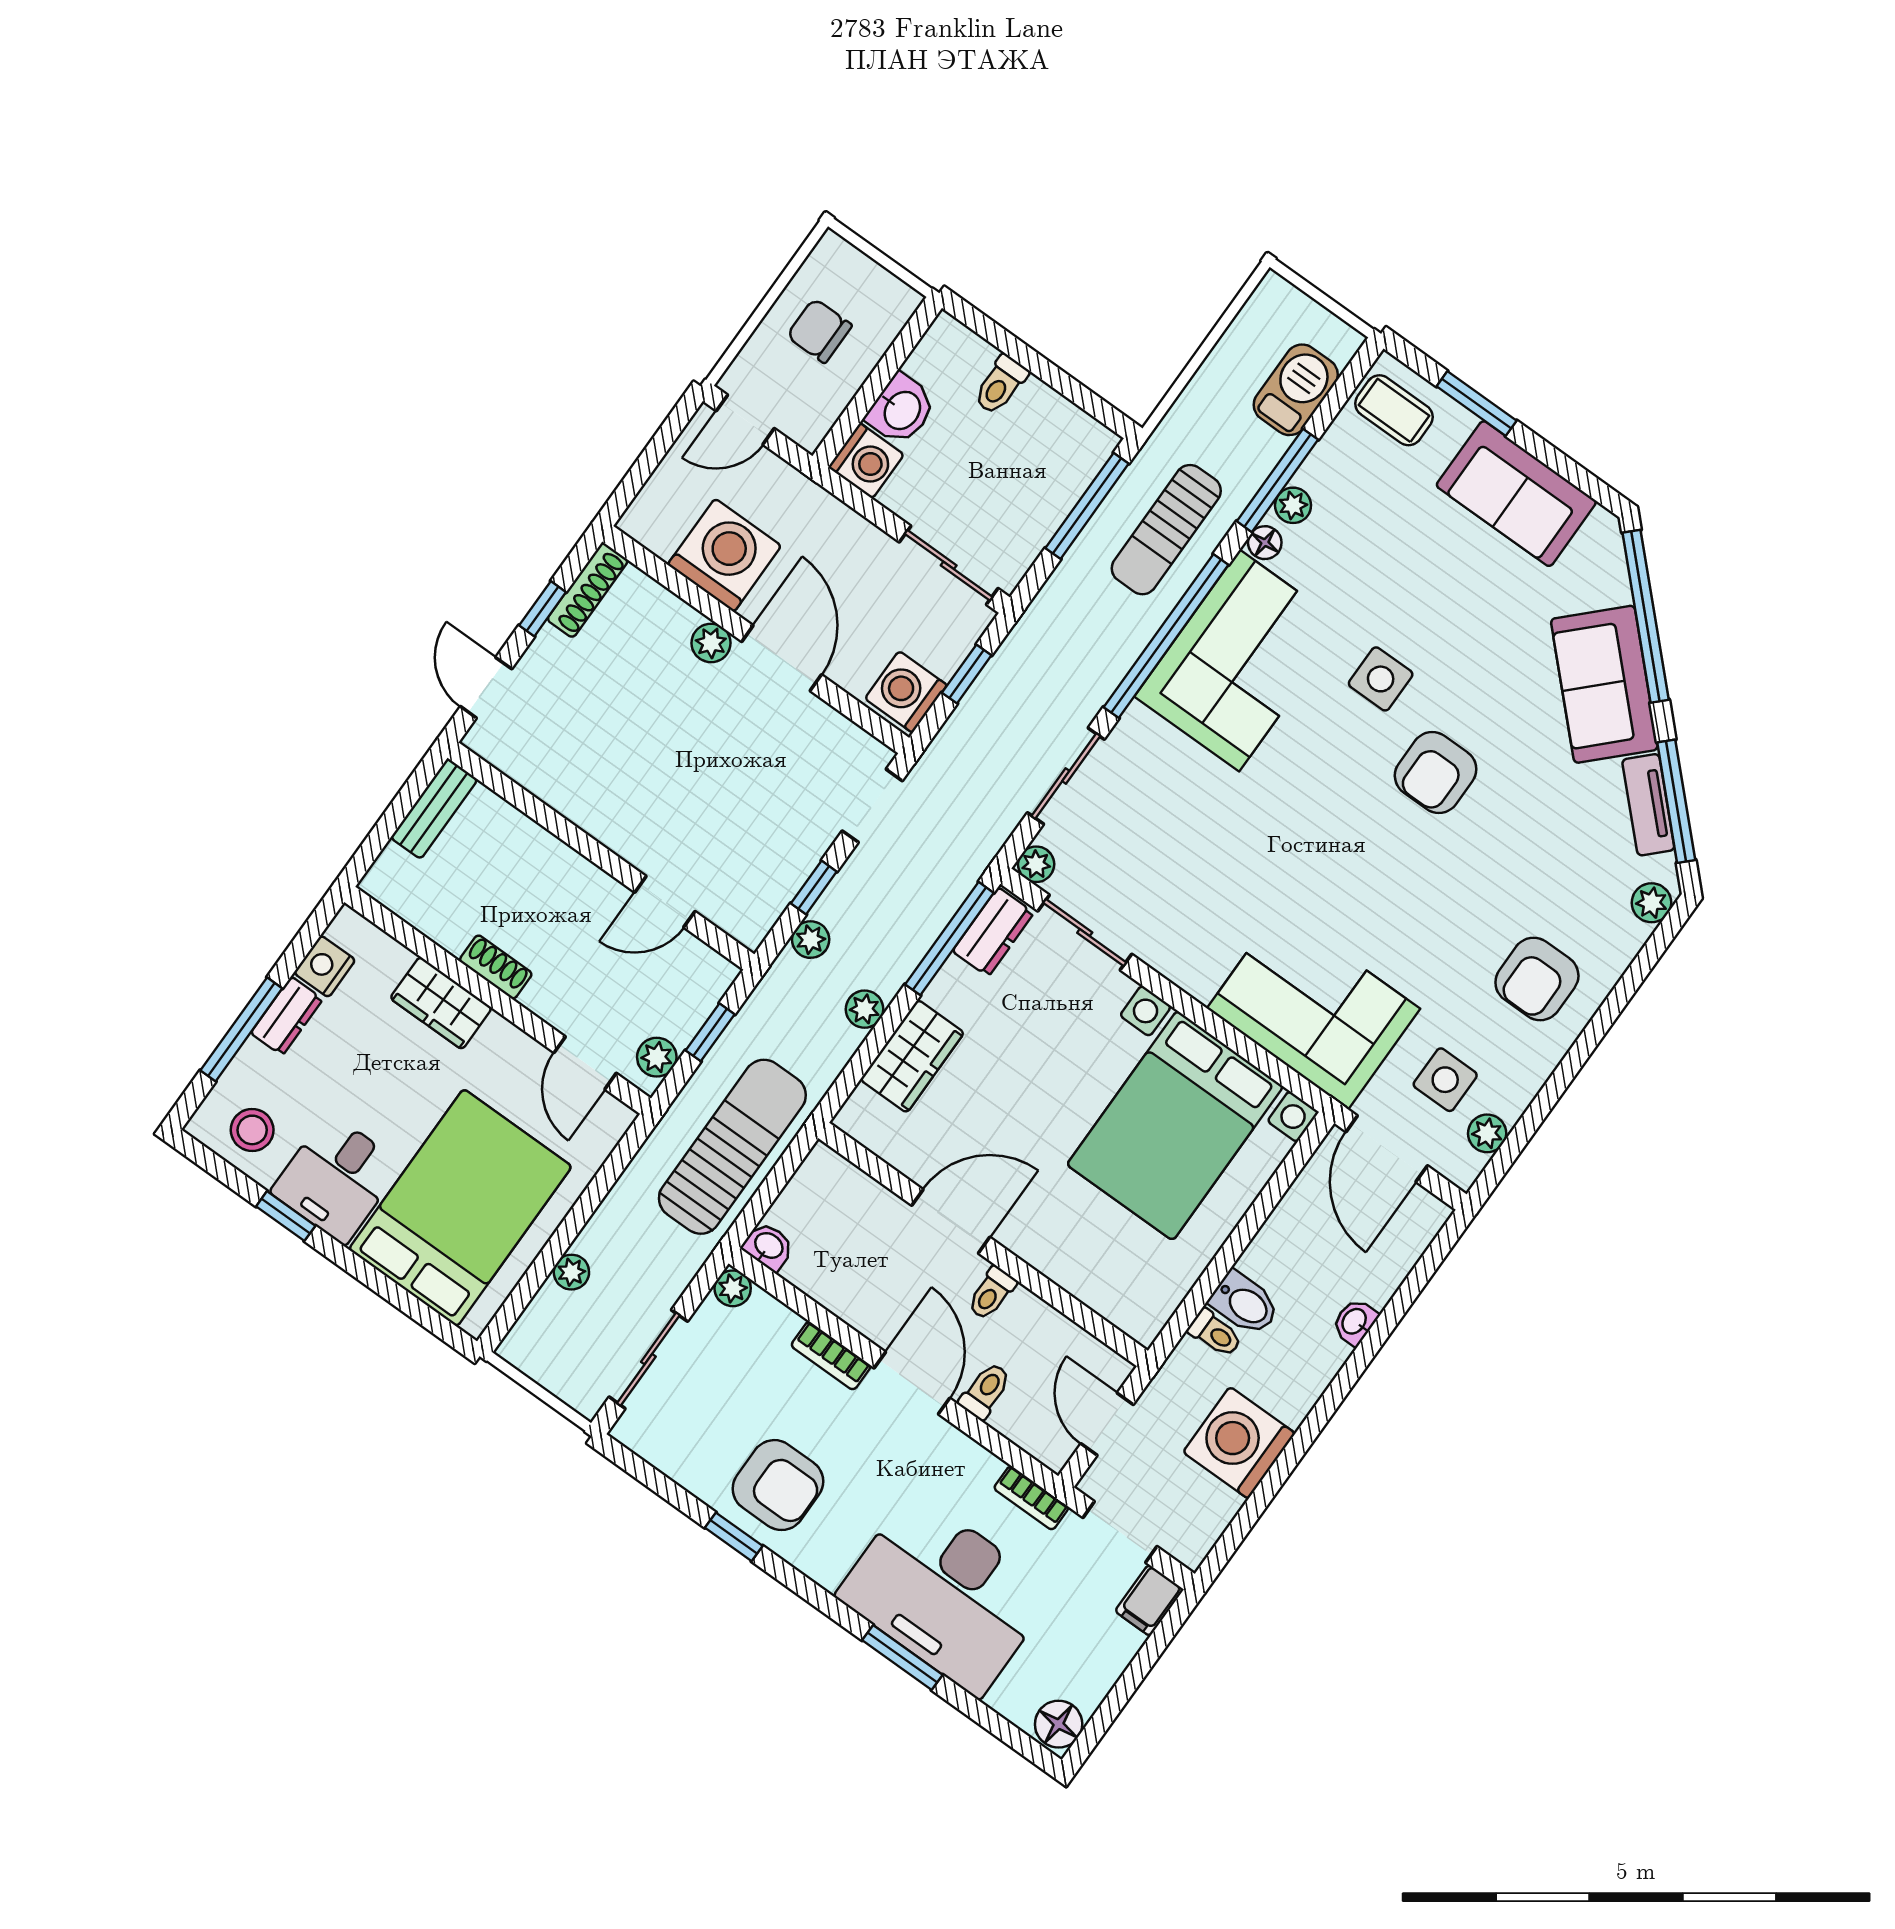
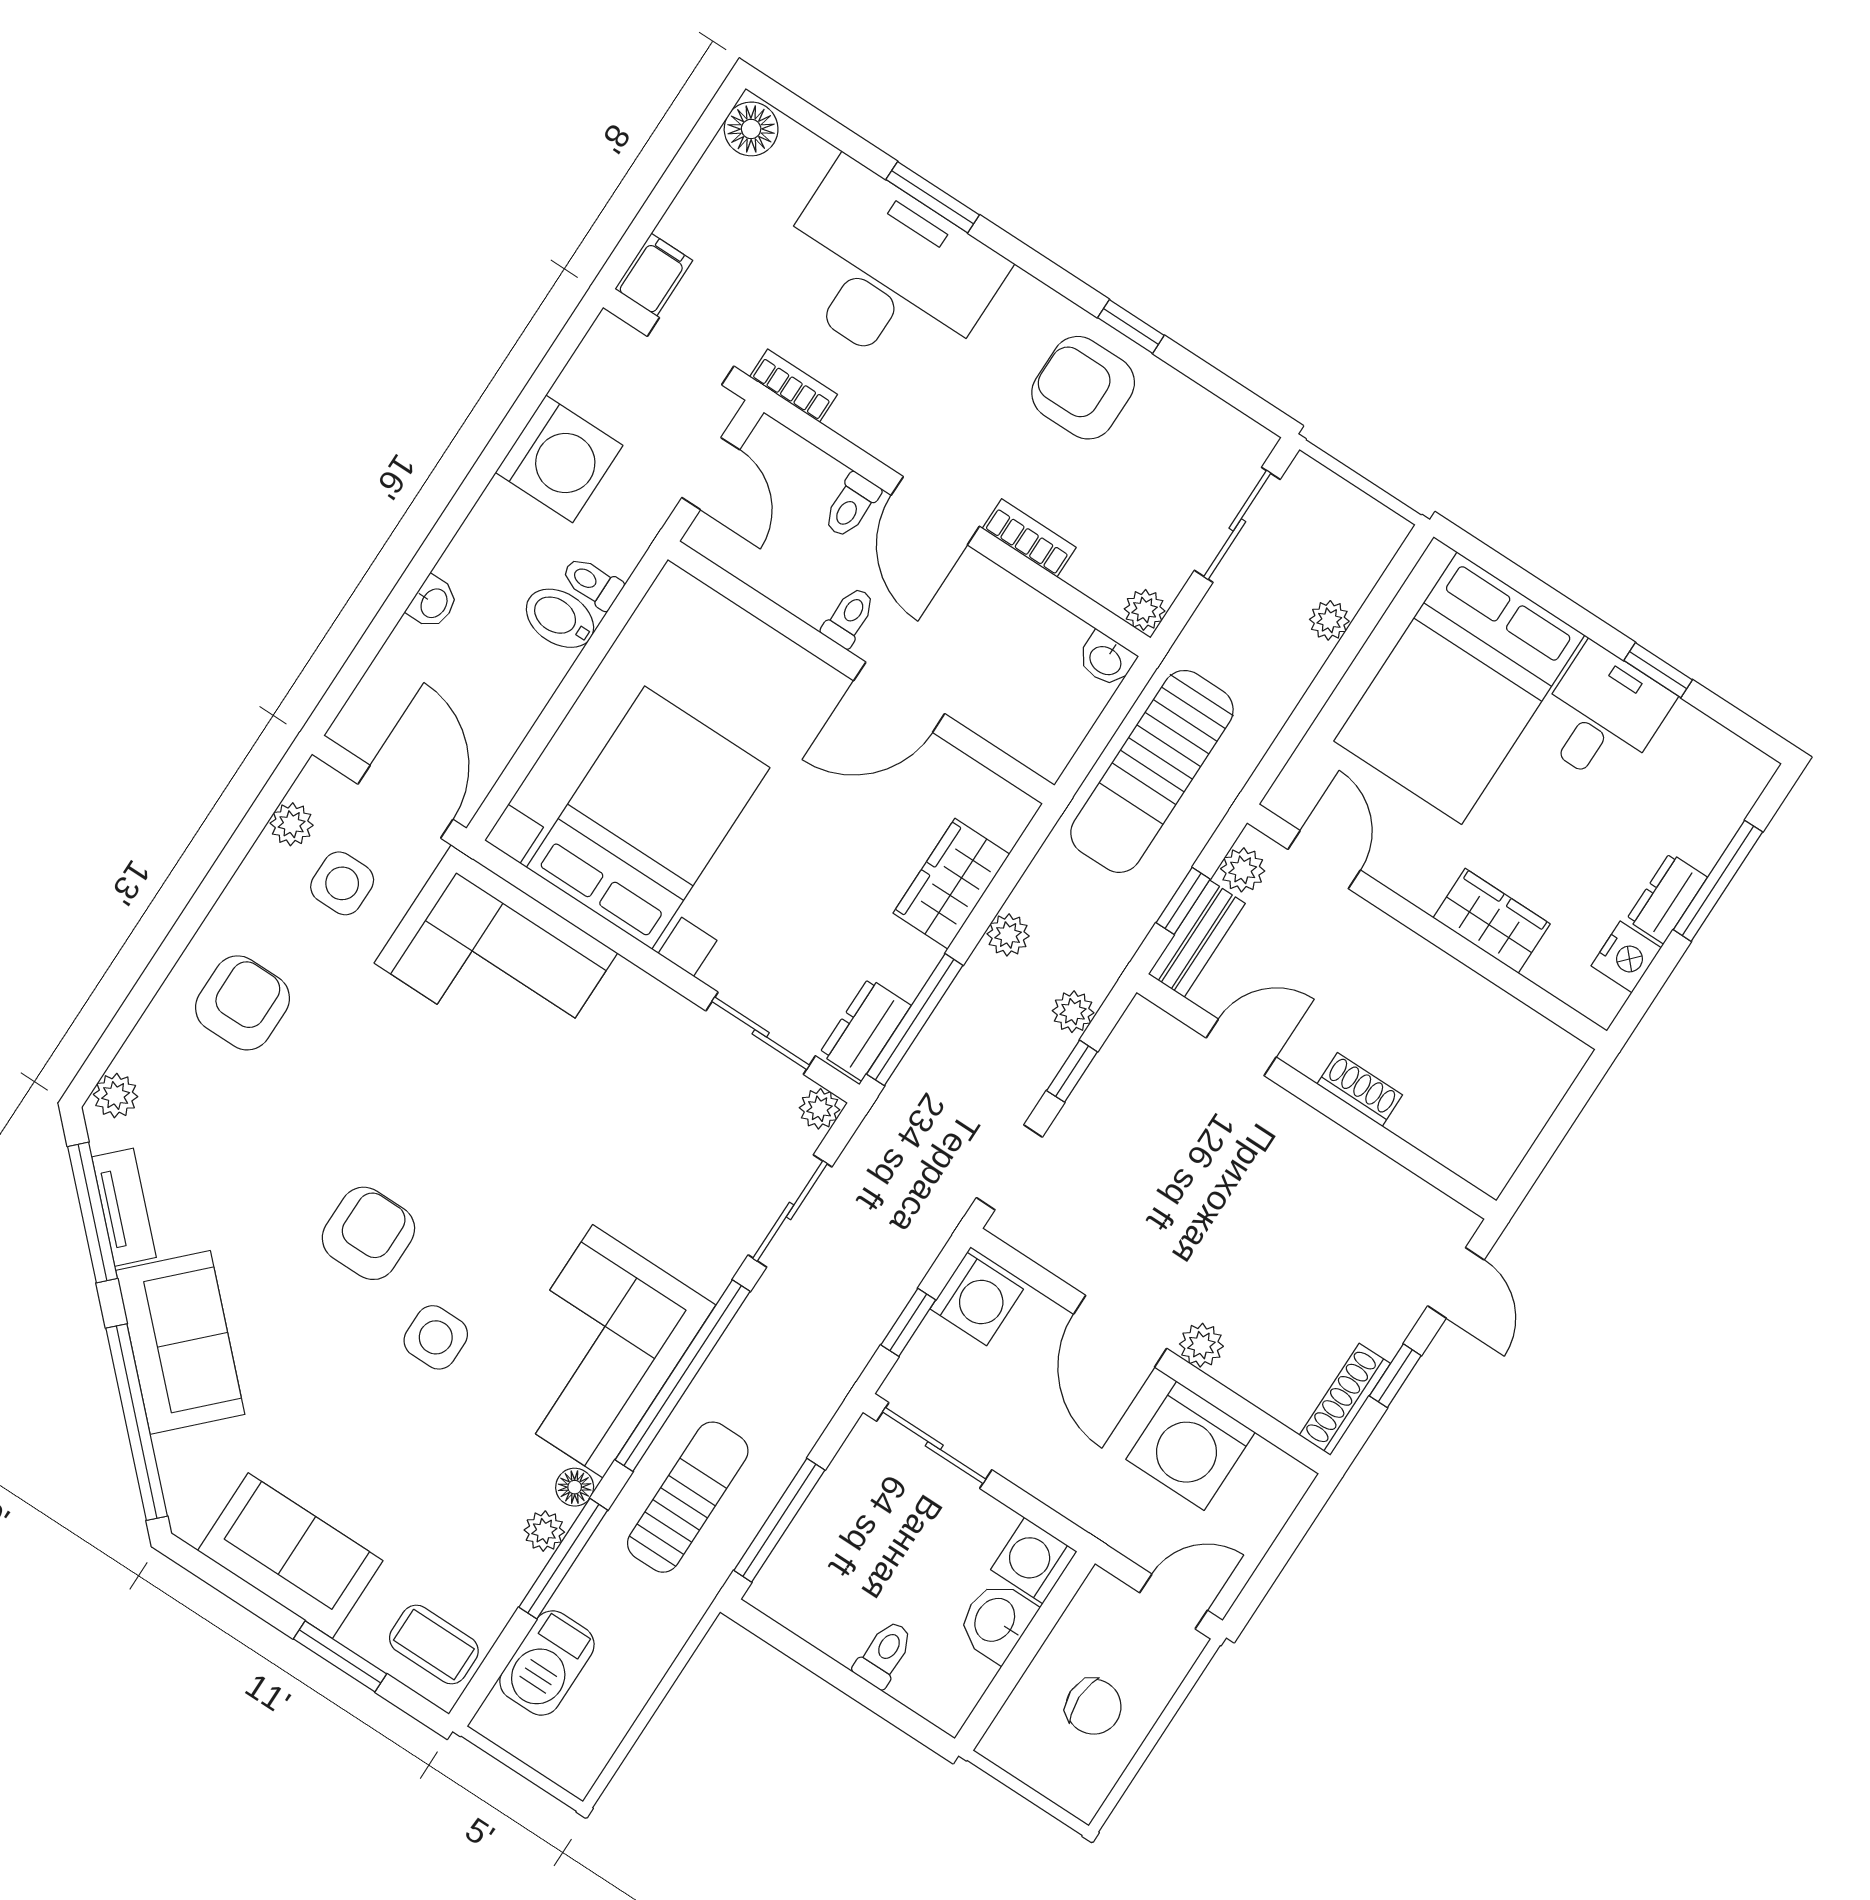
bench: (434, 809) -> (1197, 939), moved
shoe rack: (496, 967) -> (1360, 1089), moved, turned 180
stool: (252, 1130) -> (1701, 767), removed

